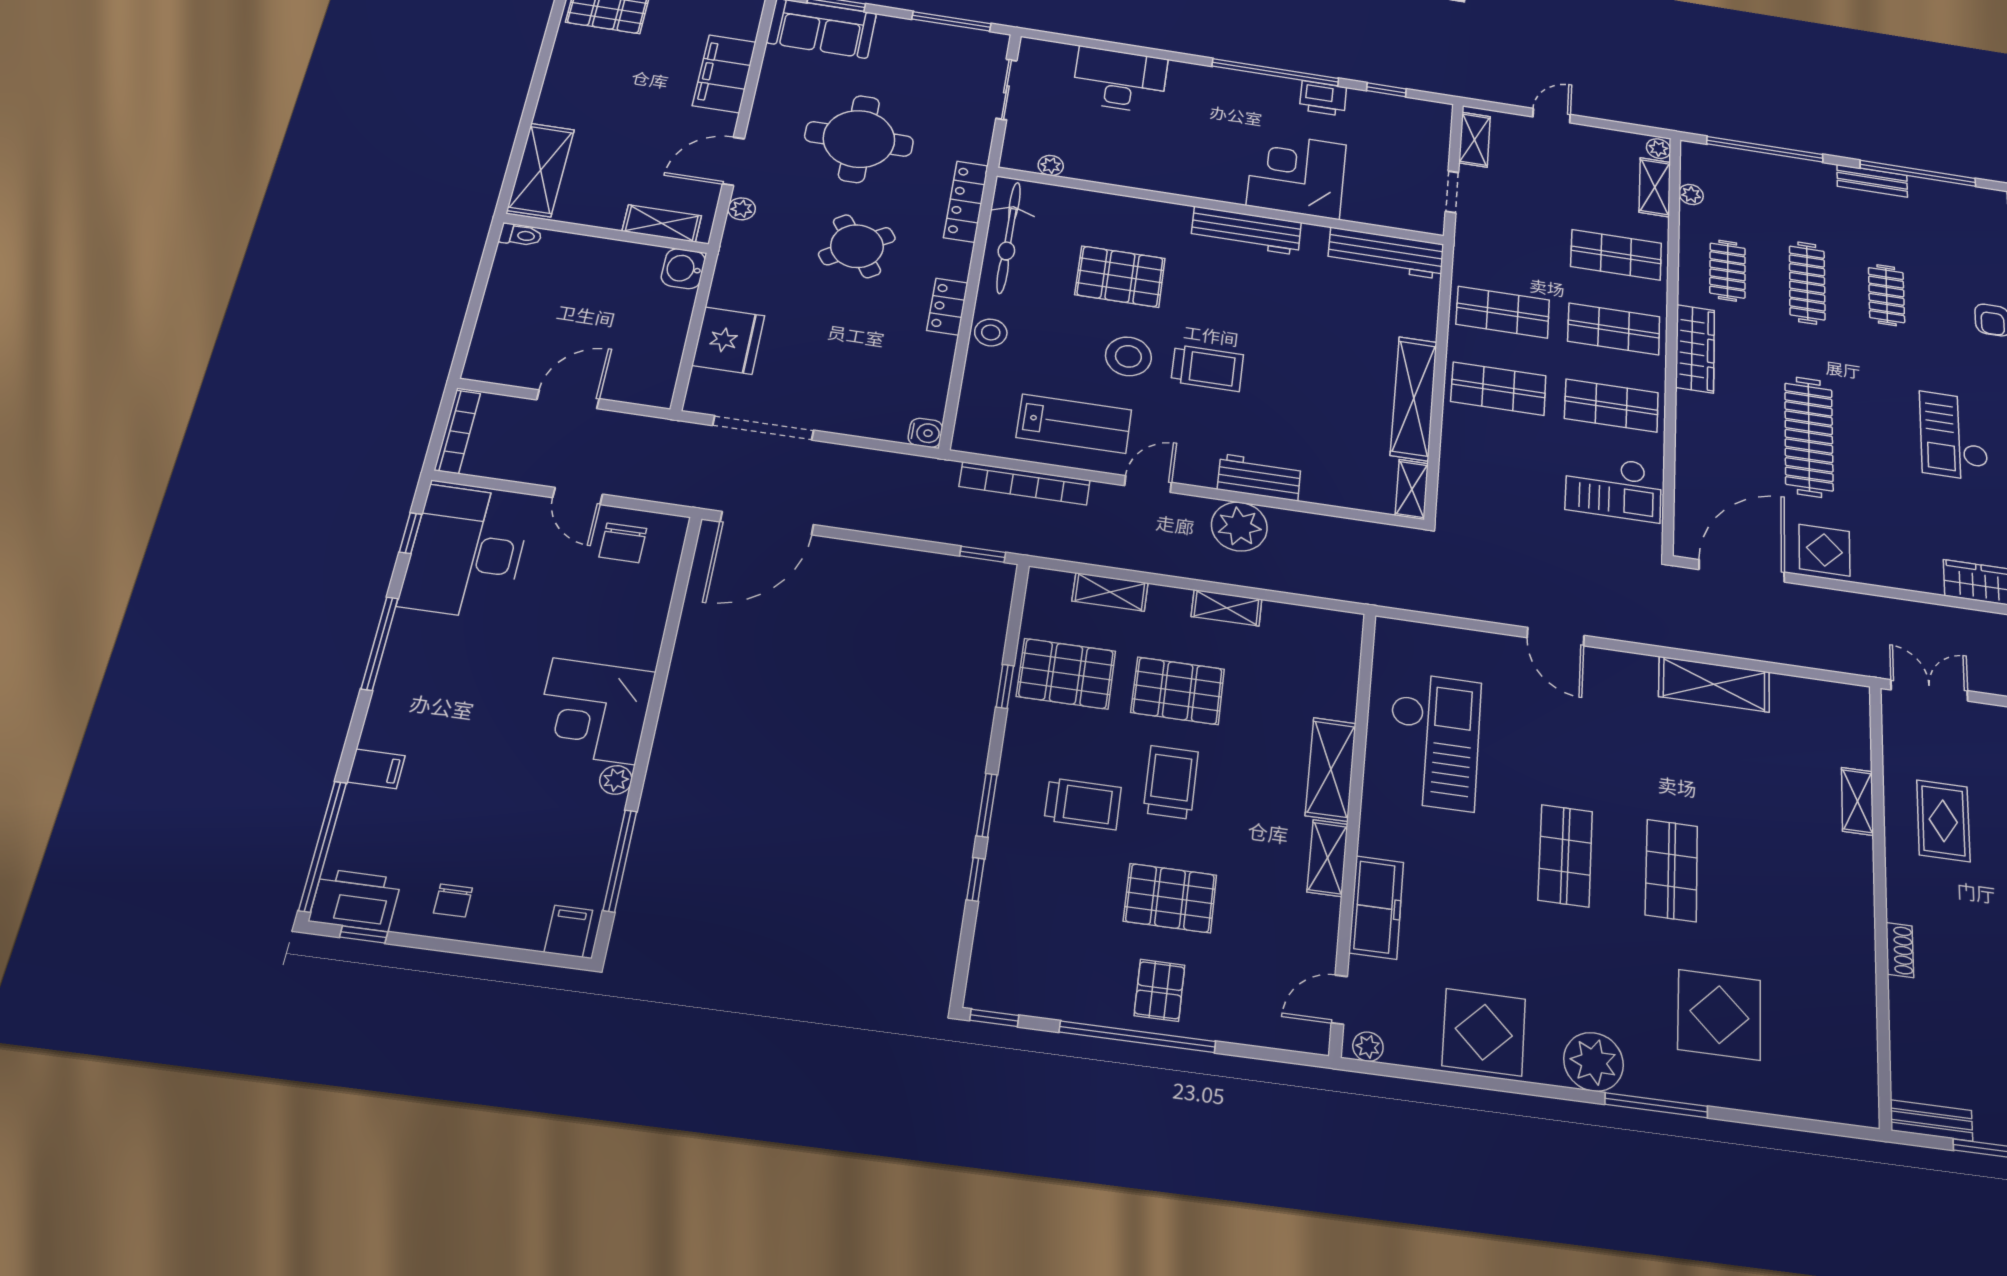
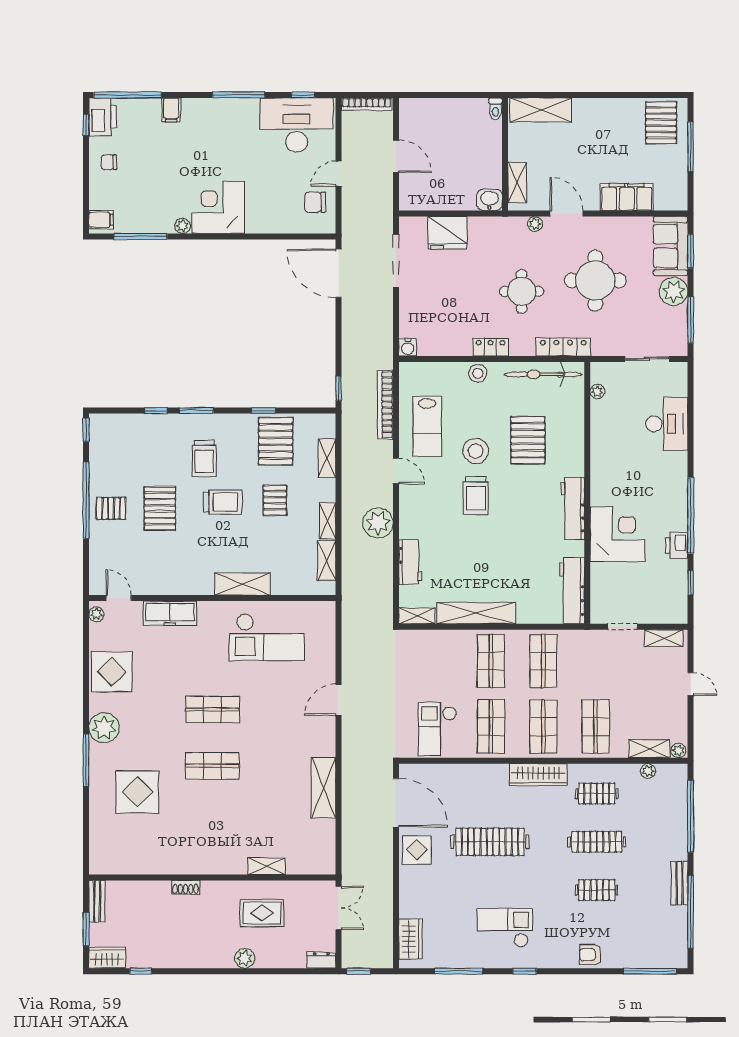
plant: (899, 36) -> (674, 291), added
round table: (857, 246) -> (522, 291), turned 34
workbench: (1259, 477) -> (410, 562), moved
pallet: (1178, 691) -> (275, 500), width x0.67, depth x0.71
shelving: (1327, 858) -> (327, 561), moved, turned 90

